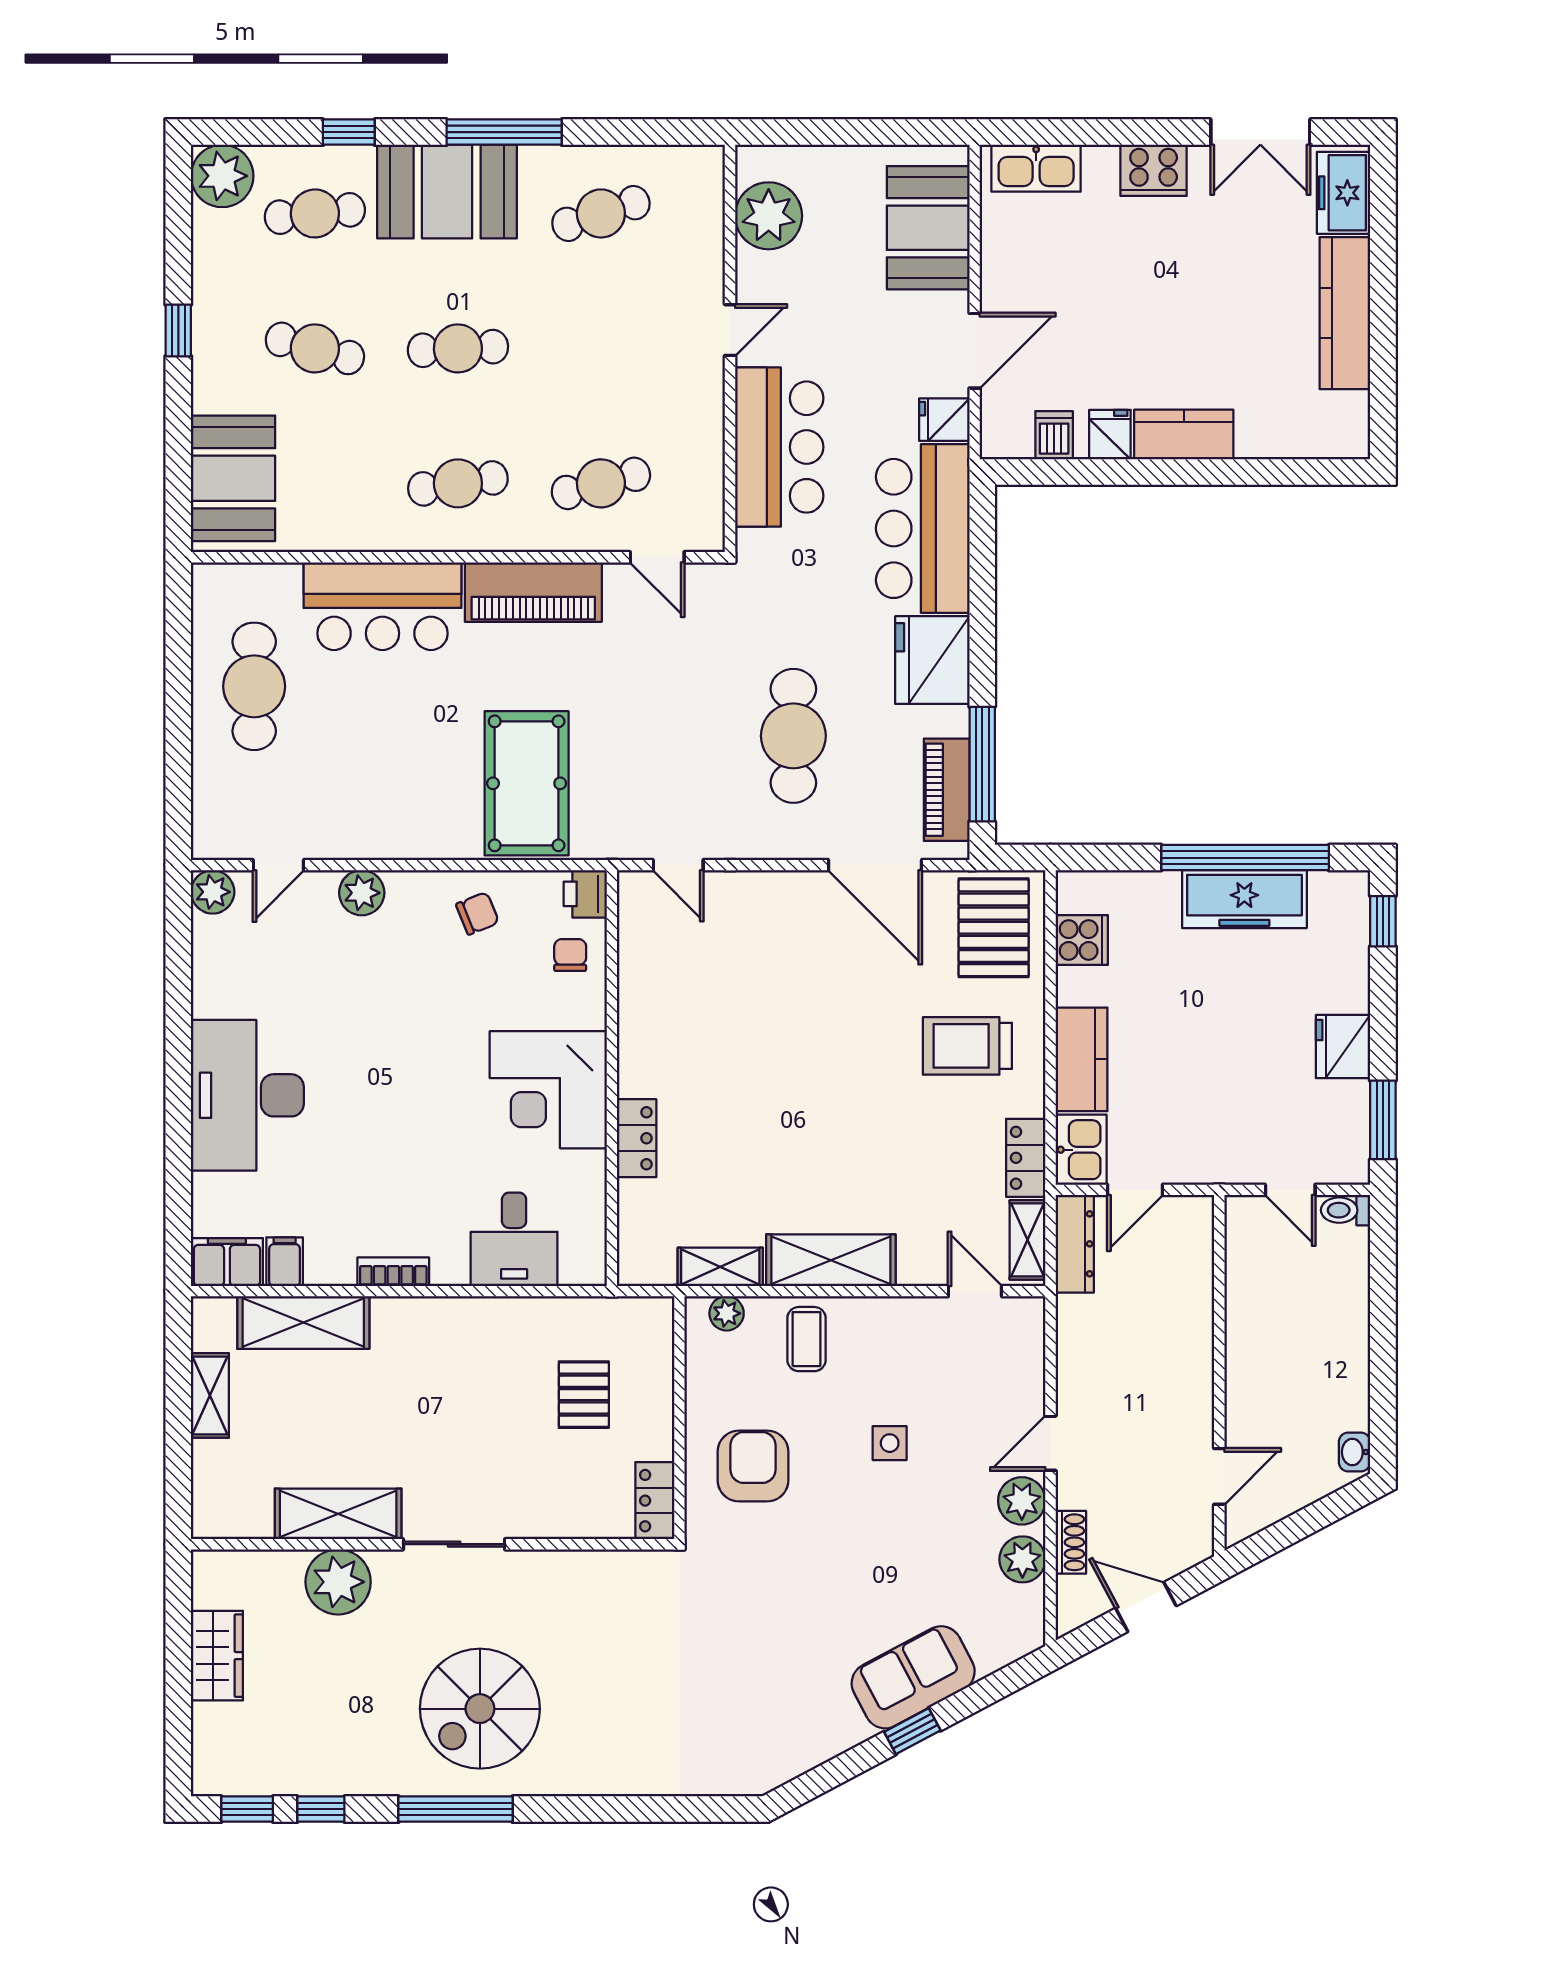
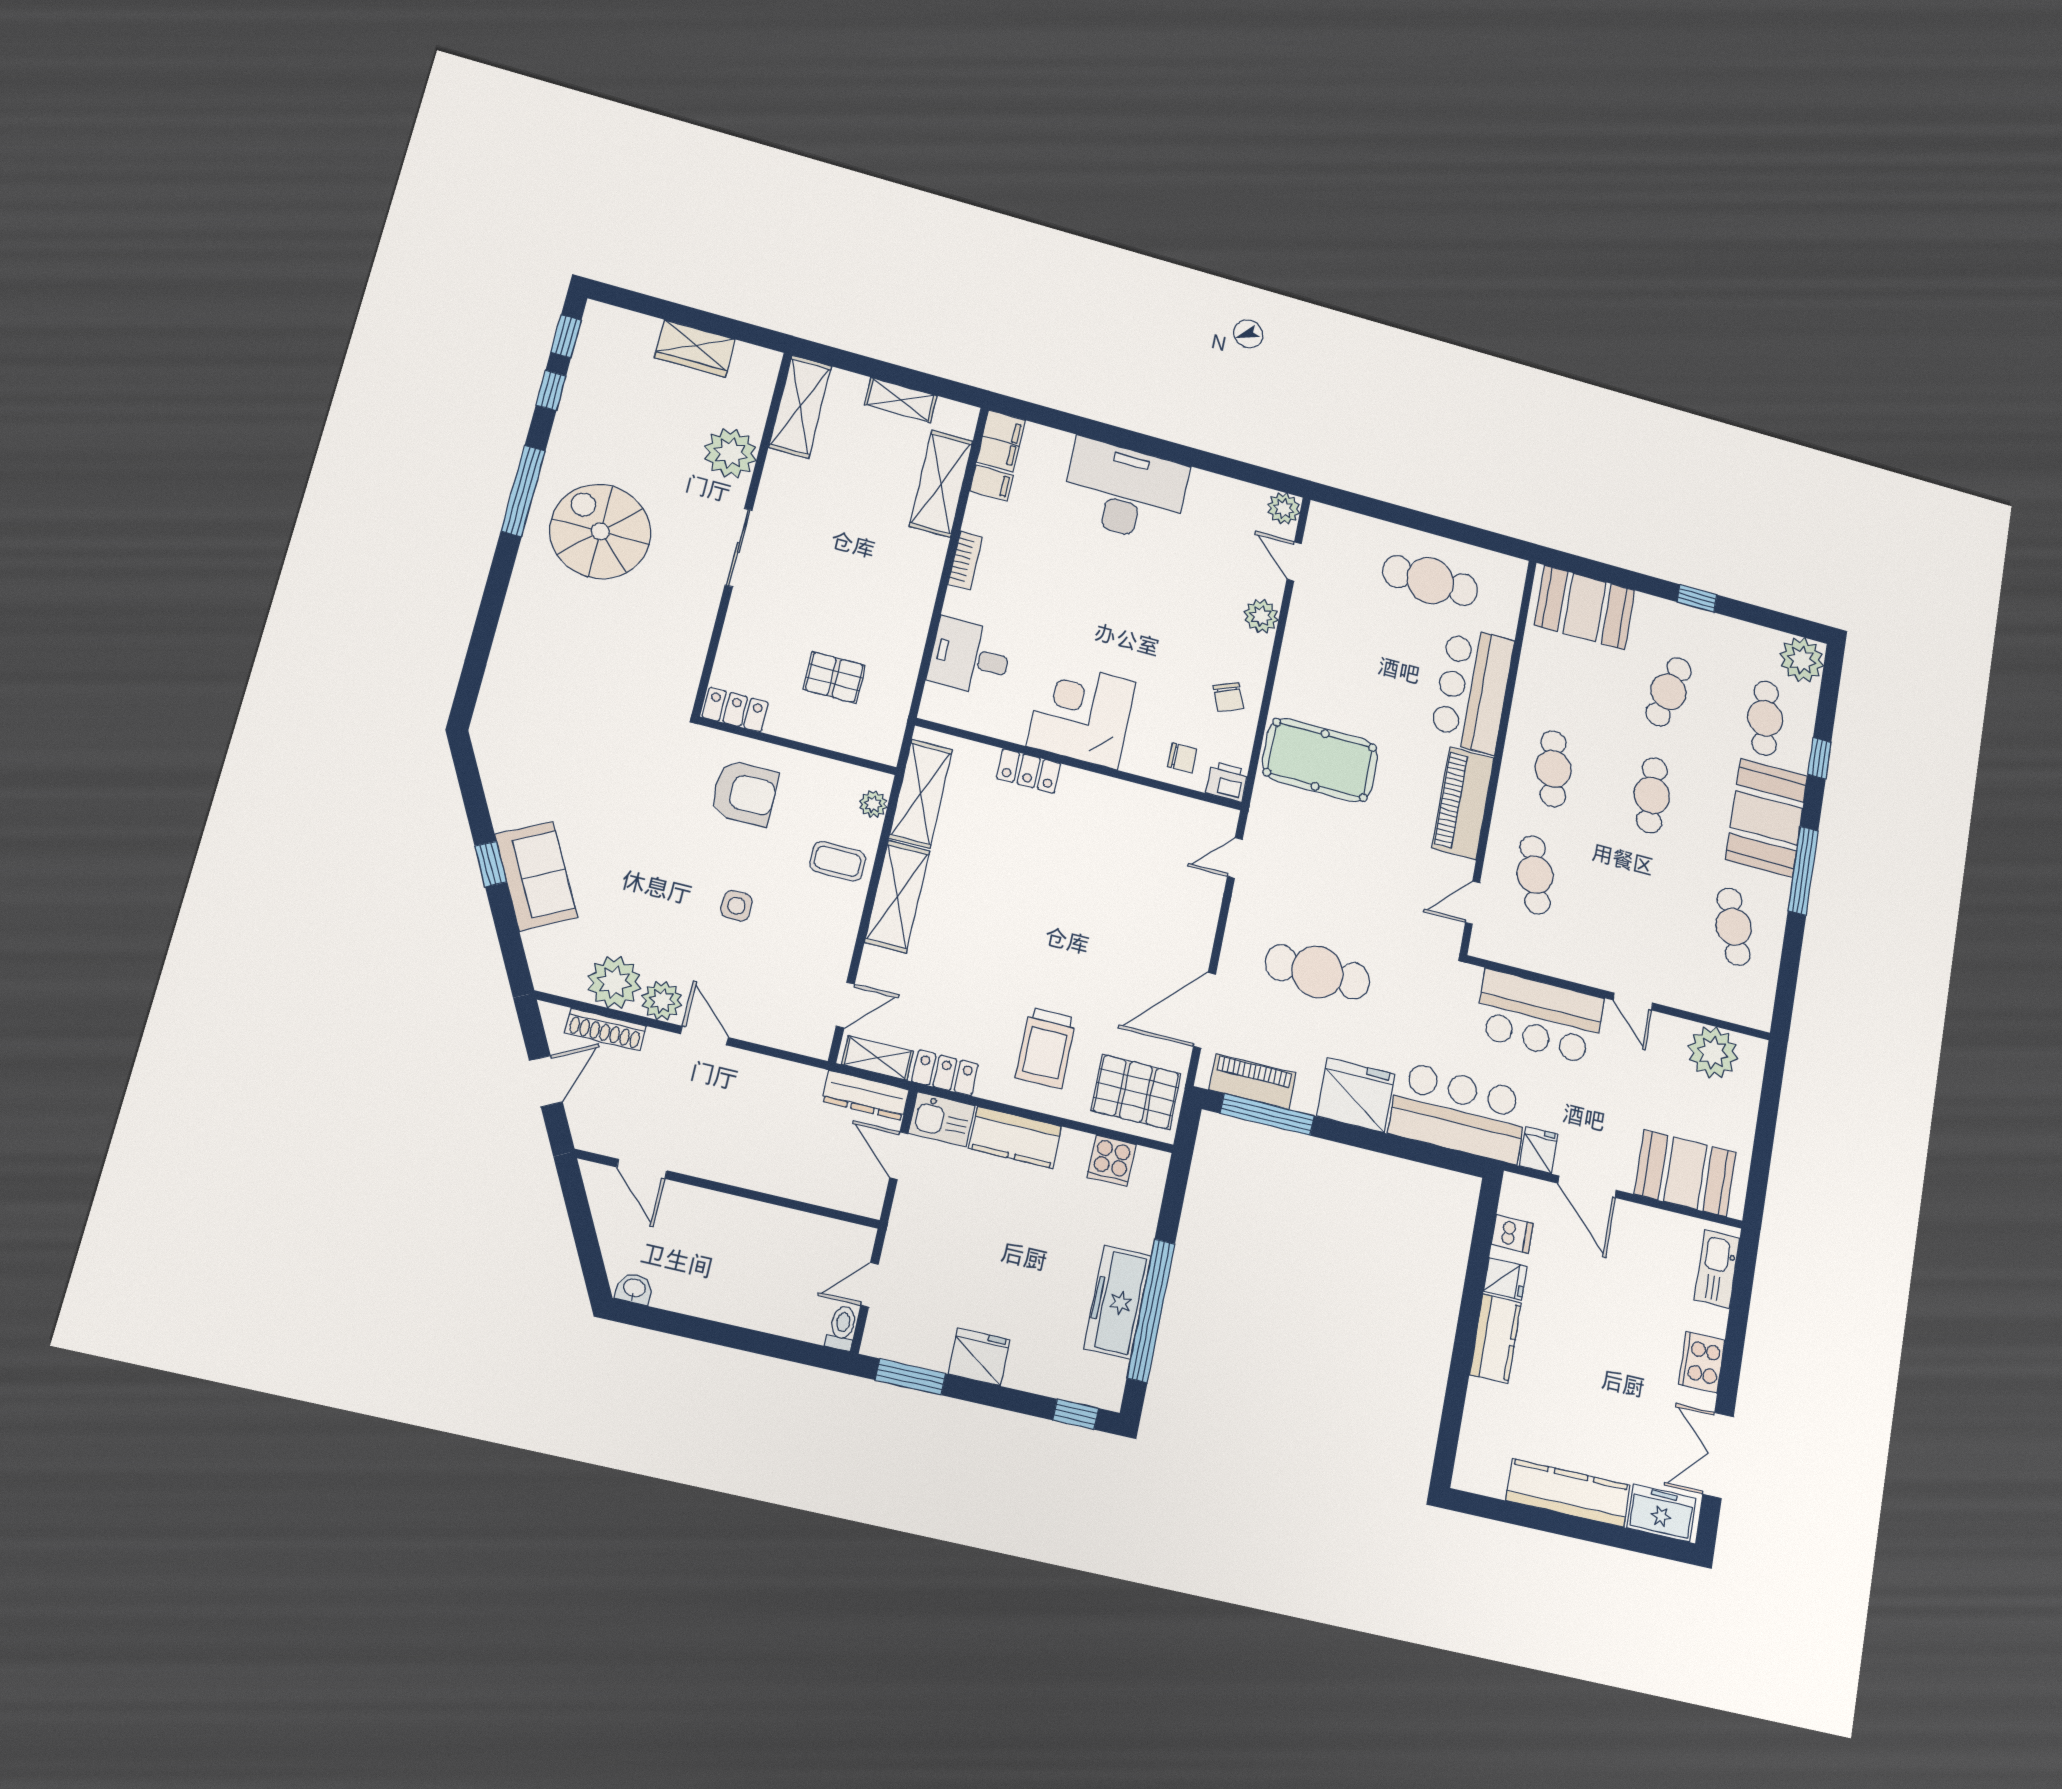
trolley: (967, 1046) -> (1046, 1048), turned 180
shelving: (720, 1267) -> (921, 794), width x1.50, depth x1.33
shelving: (338, 1514) -> (800, 407), moved
shoe rack: (1071, 1542) -> (605, 1029), width x1.43
plant: (1022, 1559) -> (614, 982), width x1.36, depth x1.36

